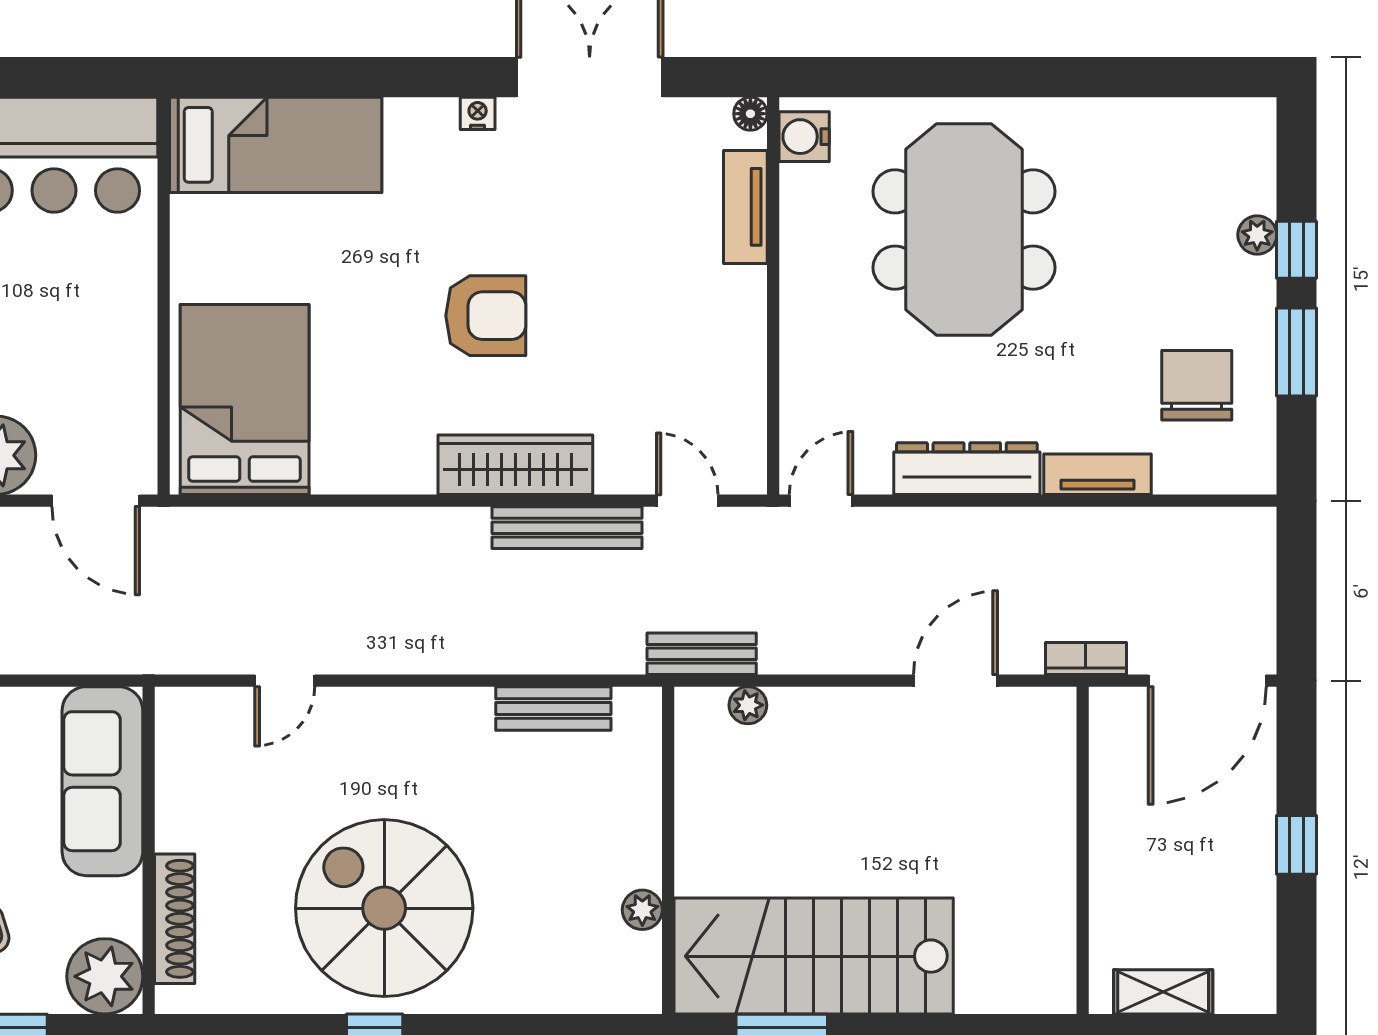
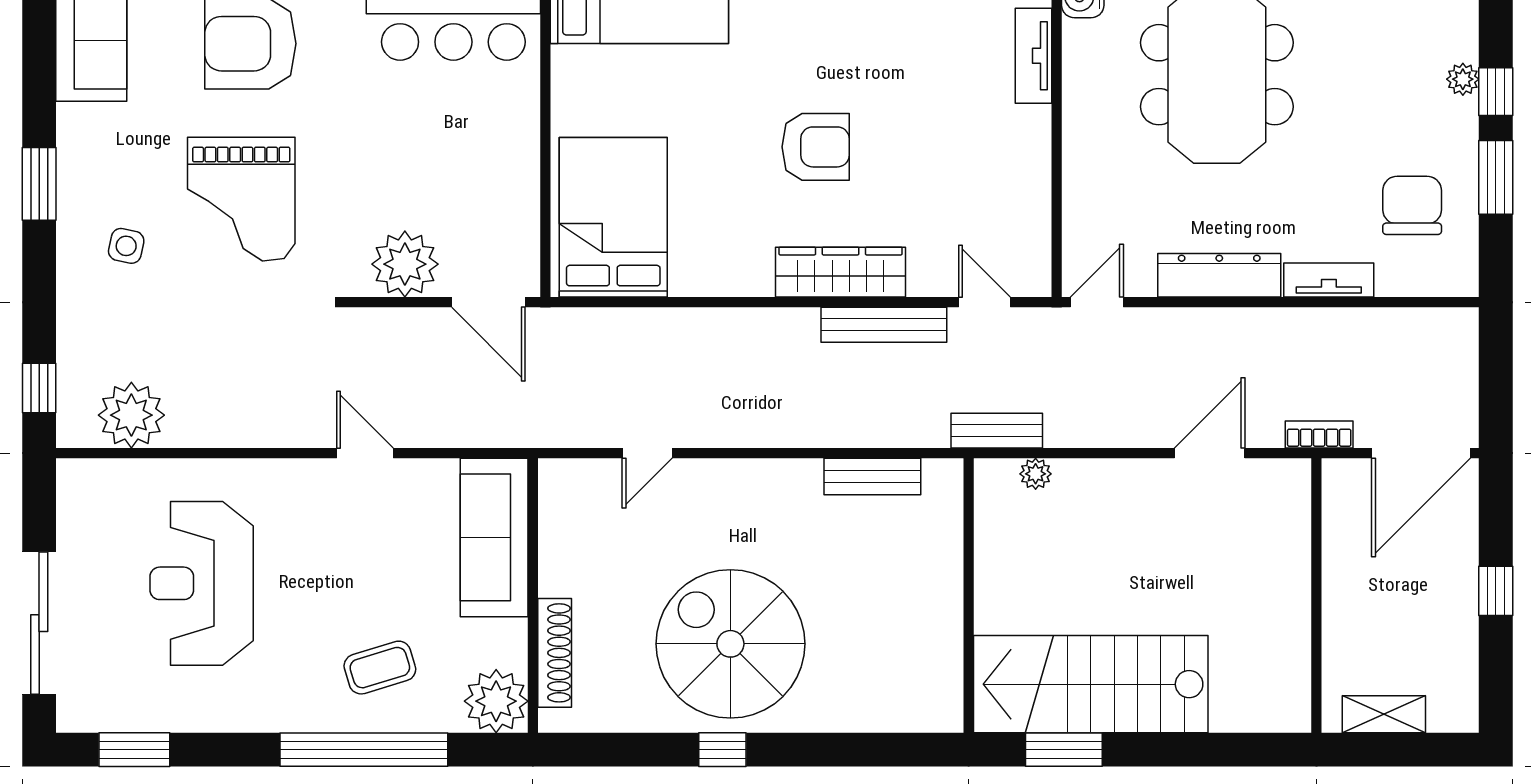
plant: (642, 910) -> (947, 645), removed

